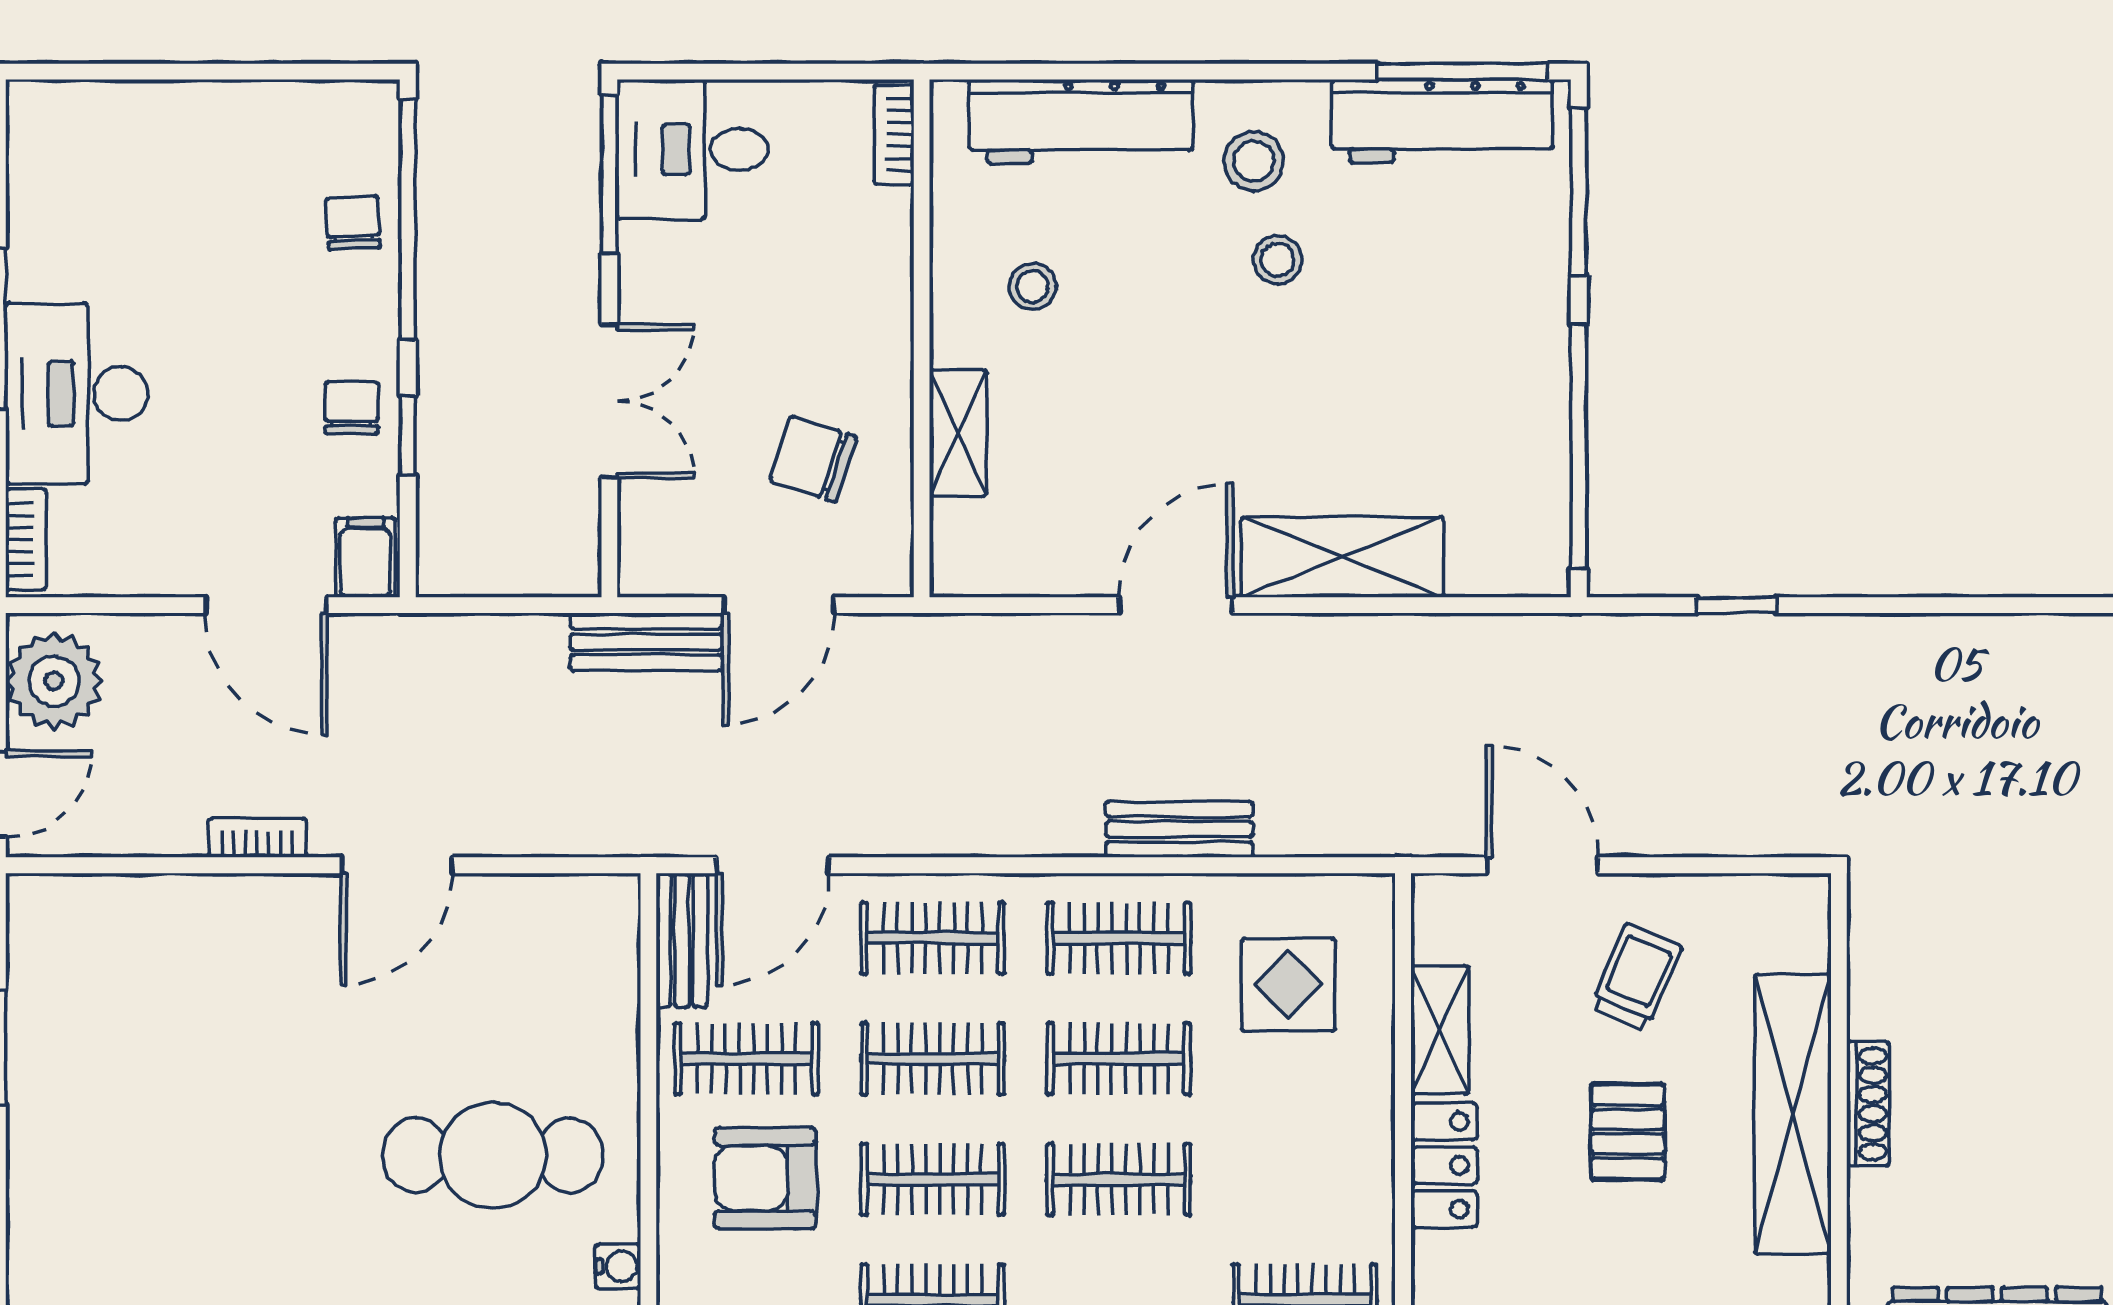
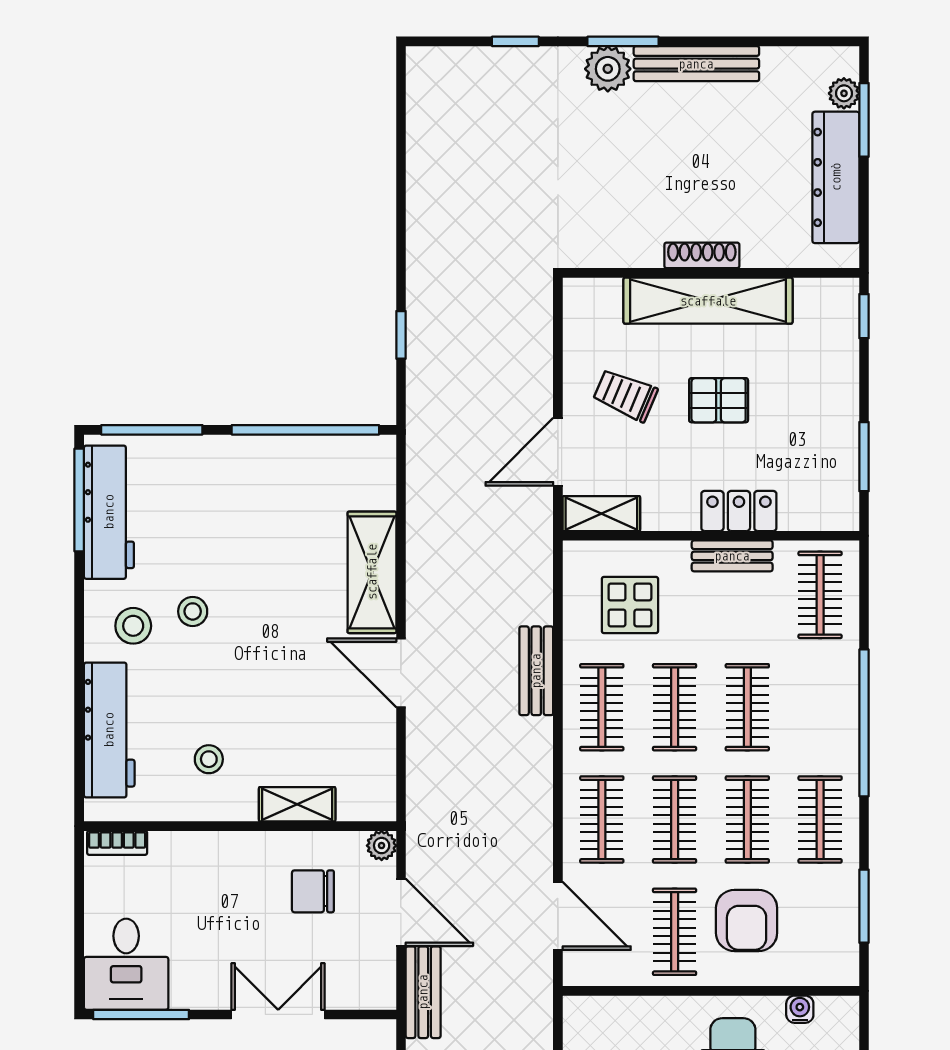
chair: (814, 459) -> (313, 891), turned 72
plant: (889, 573) -> (382, 846), added
bench: (682, 940) -> (732, 556), moved
shelving: (1440, 1030) -> (601, 514), moved

